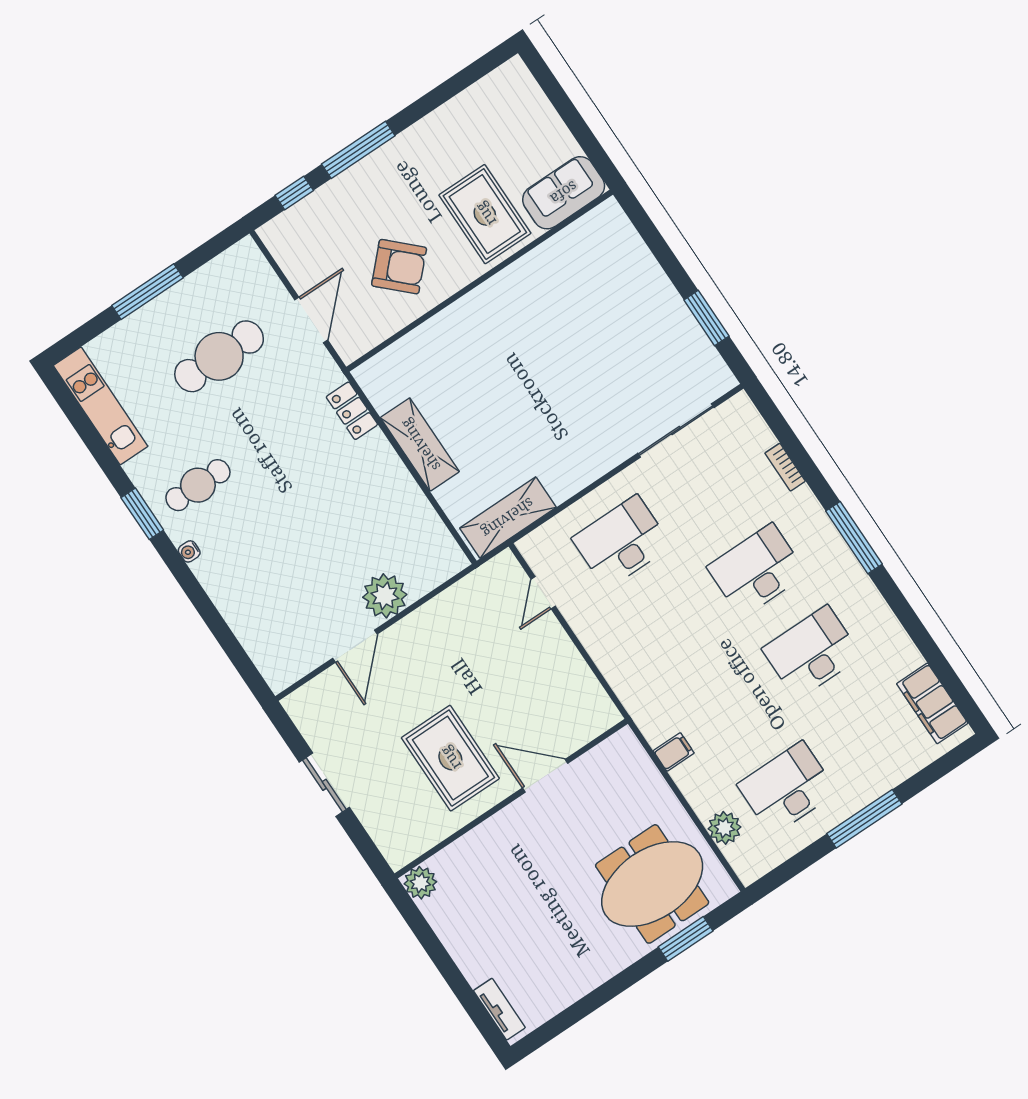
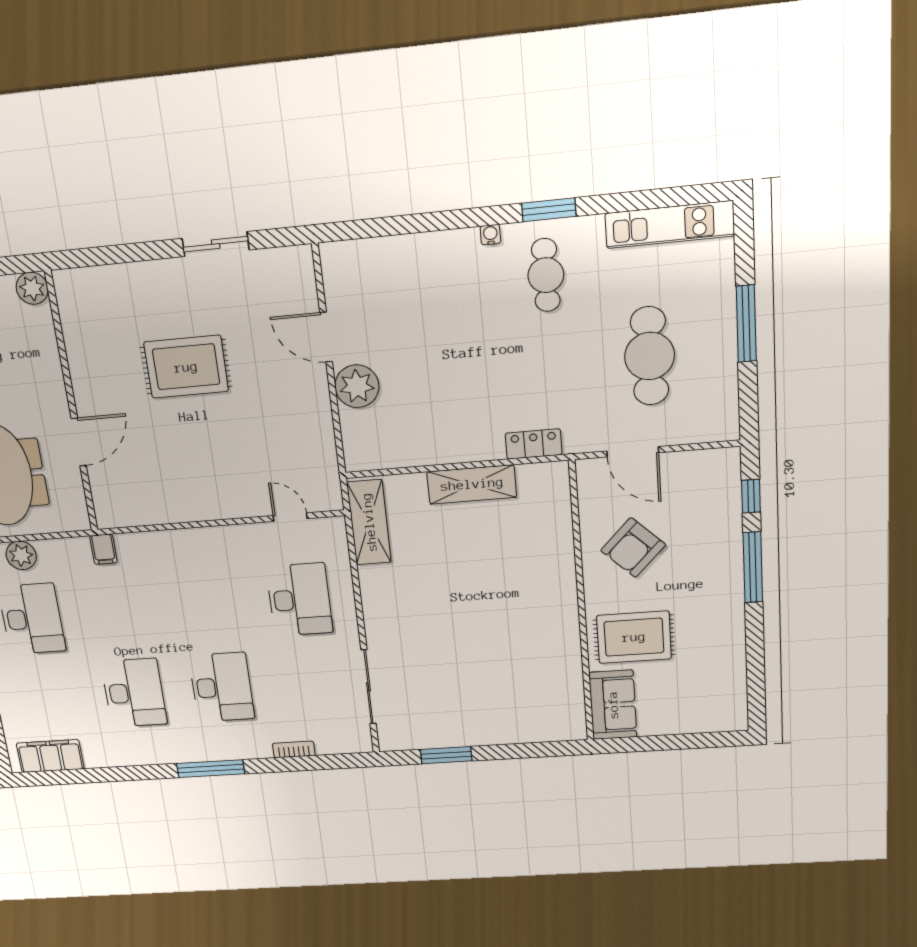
door: (545, 776) -> (79, 442), moved
wall: (511, 799) -> (72, 404), moved
plant: (420, 883) -> (32, 288), moved

